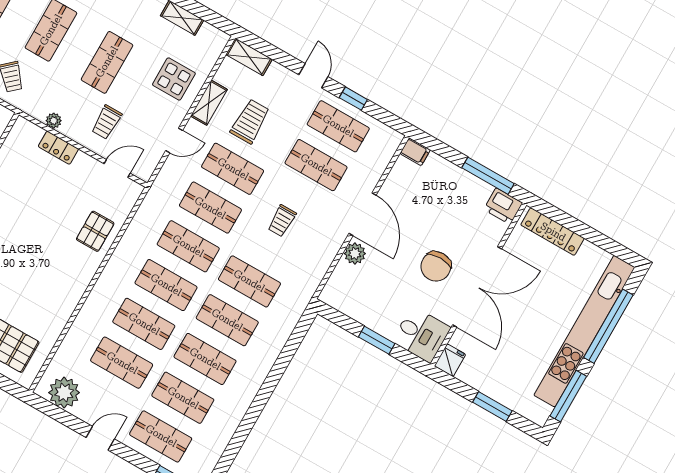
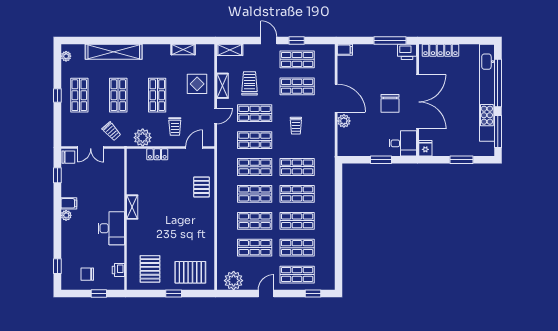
plant: (54, 121) -> (143, 138), width x1.88, depth x1.88

